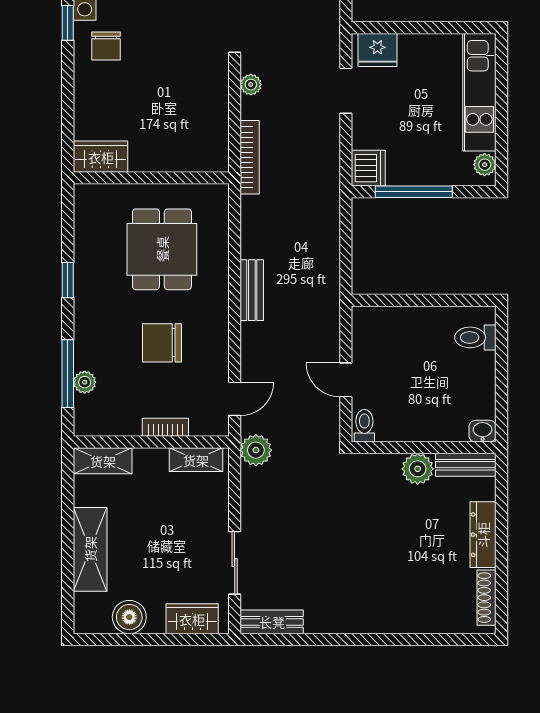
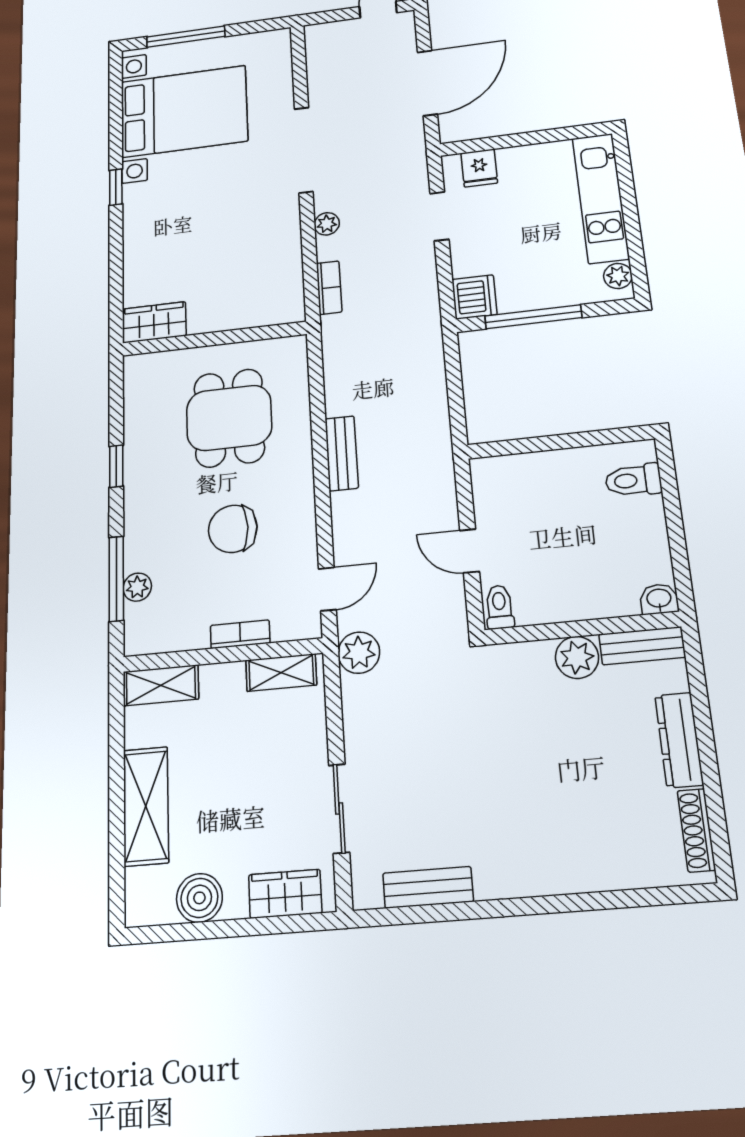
chair: (106, 46) -> (159, 205), removed
fridge: (377, 50) -> (479, 168), width x0.72
bookcase: (250, 157) -> (329, 288), width x0.64
bench: (272, 622) -> (428, 887), moved

